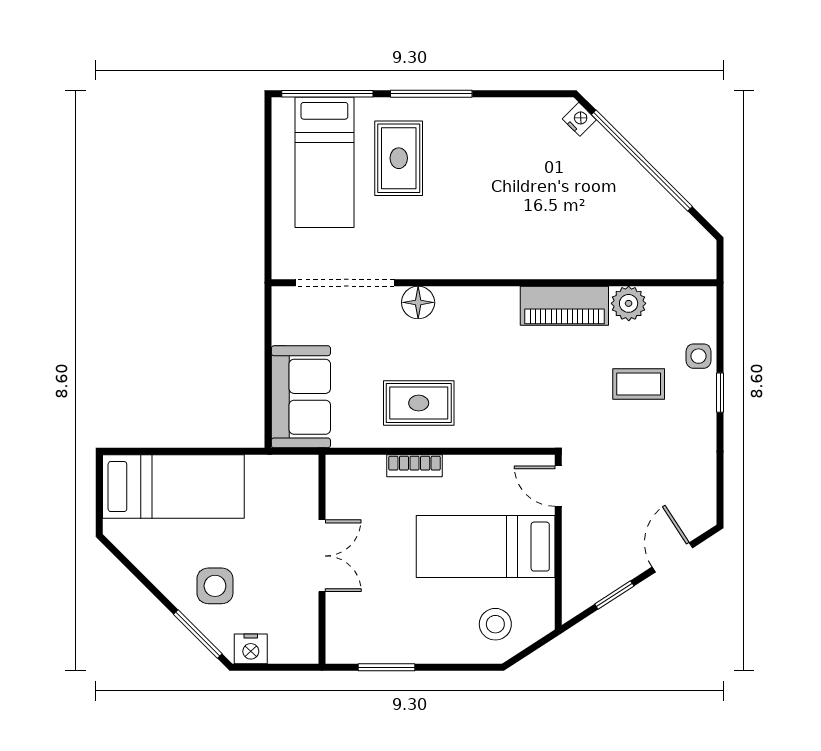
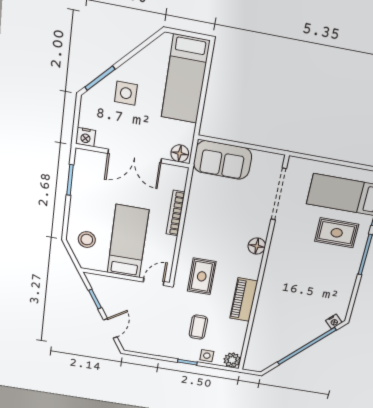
floor lamp: (418, 302) -> (257, 246), moved
plant: (629, 303) -> (232, 360), moved
rug: (419, 403) -> (202, 276), moved
bookcase: (415, 466) -> (176, 213), width x1.56
floor lamp: (303, 476) -> (180, 153), added
double door: (322, 556) -> (135, 156), width x1.37
door: (672, 557) -> (110, 328), hinge flipped
nightstand: (251, 649) -> (86, 137), moved, turned -90

